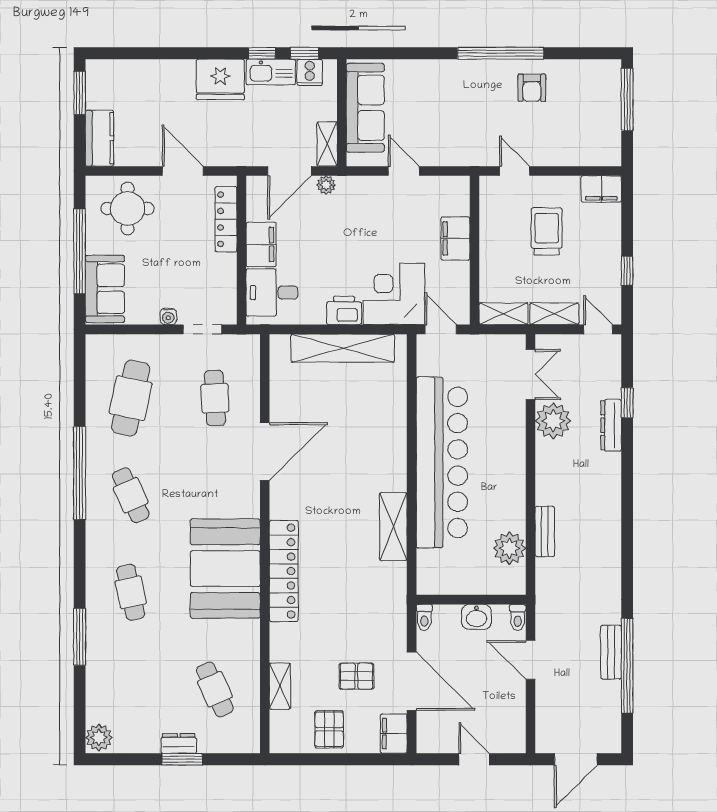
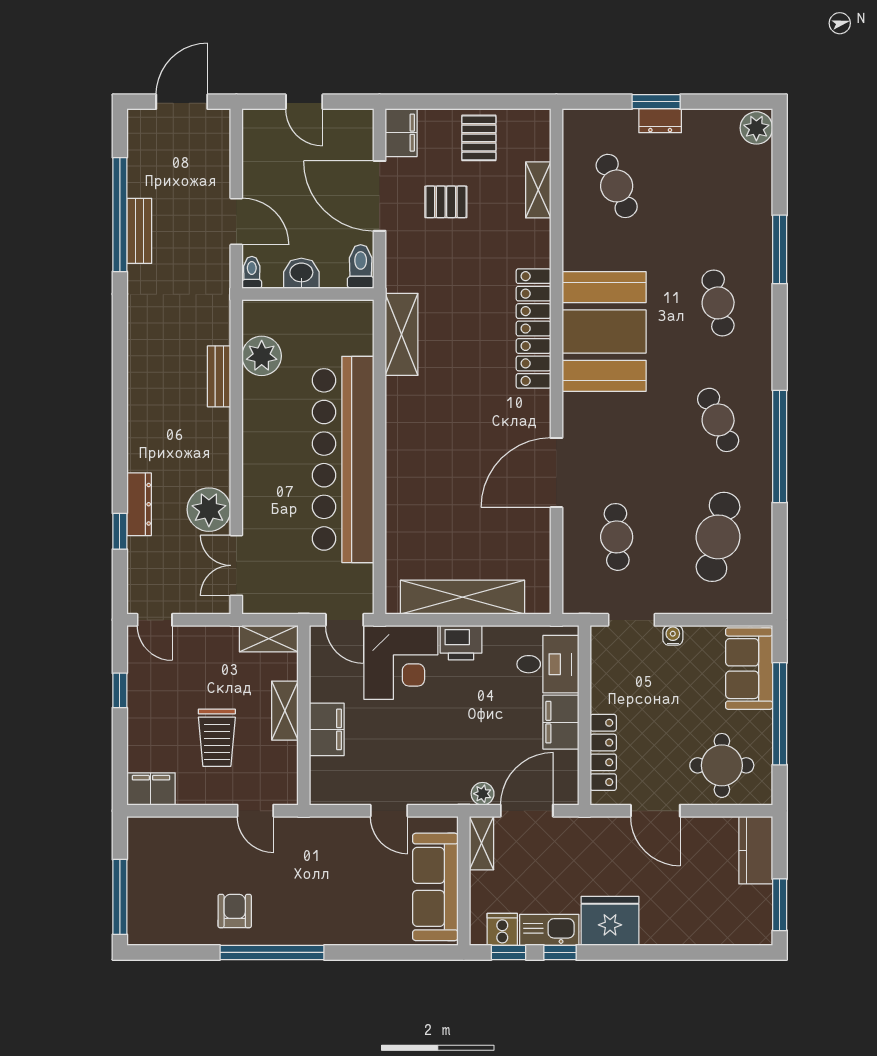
shelving: (554, 314) -> (285, 711), moved, turned 90
shelving: (393, 527) -> (402, 334), moved
toilet: (424, 617) -> (361, 267), width x1.37, depth x1.39

